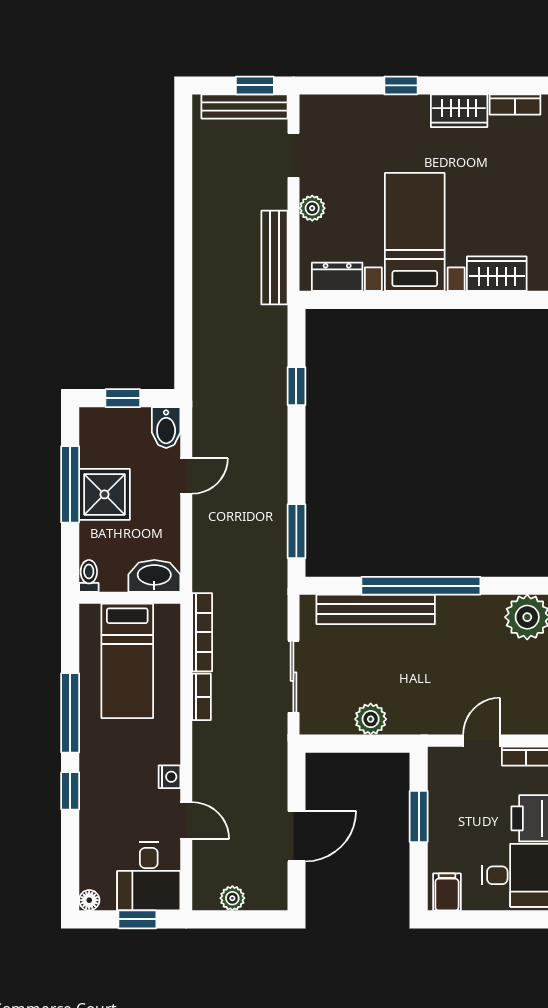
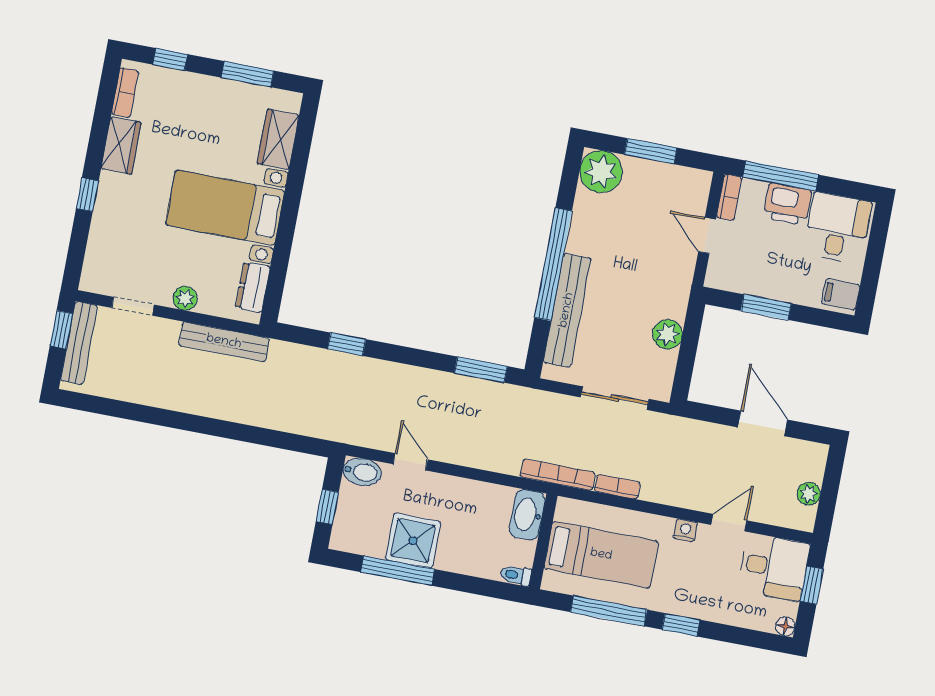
toilet: (89, 576) -> (516, 575), moved
washbasin: (154, 576) -> (527, 515), moved
wall: (130, 598) -> (543, 541), moved
bed: (127, 661) -> (601, 555), moved

